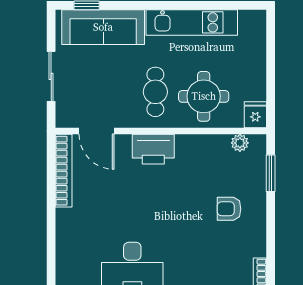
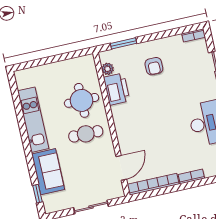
sofa: (103, 27) -> (48, 172), width x0.73
fridge: (255, 115) -> (86, 63), removed
printer: (153, 149) -> (117, 89), moved
bookcase: (62, 227) -> (191, 176), added

